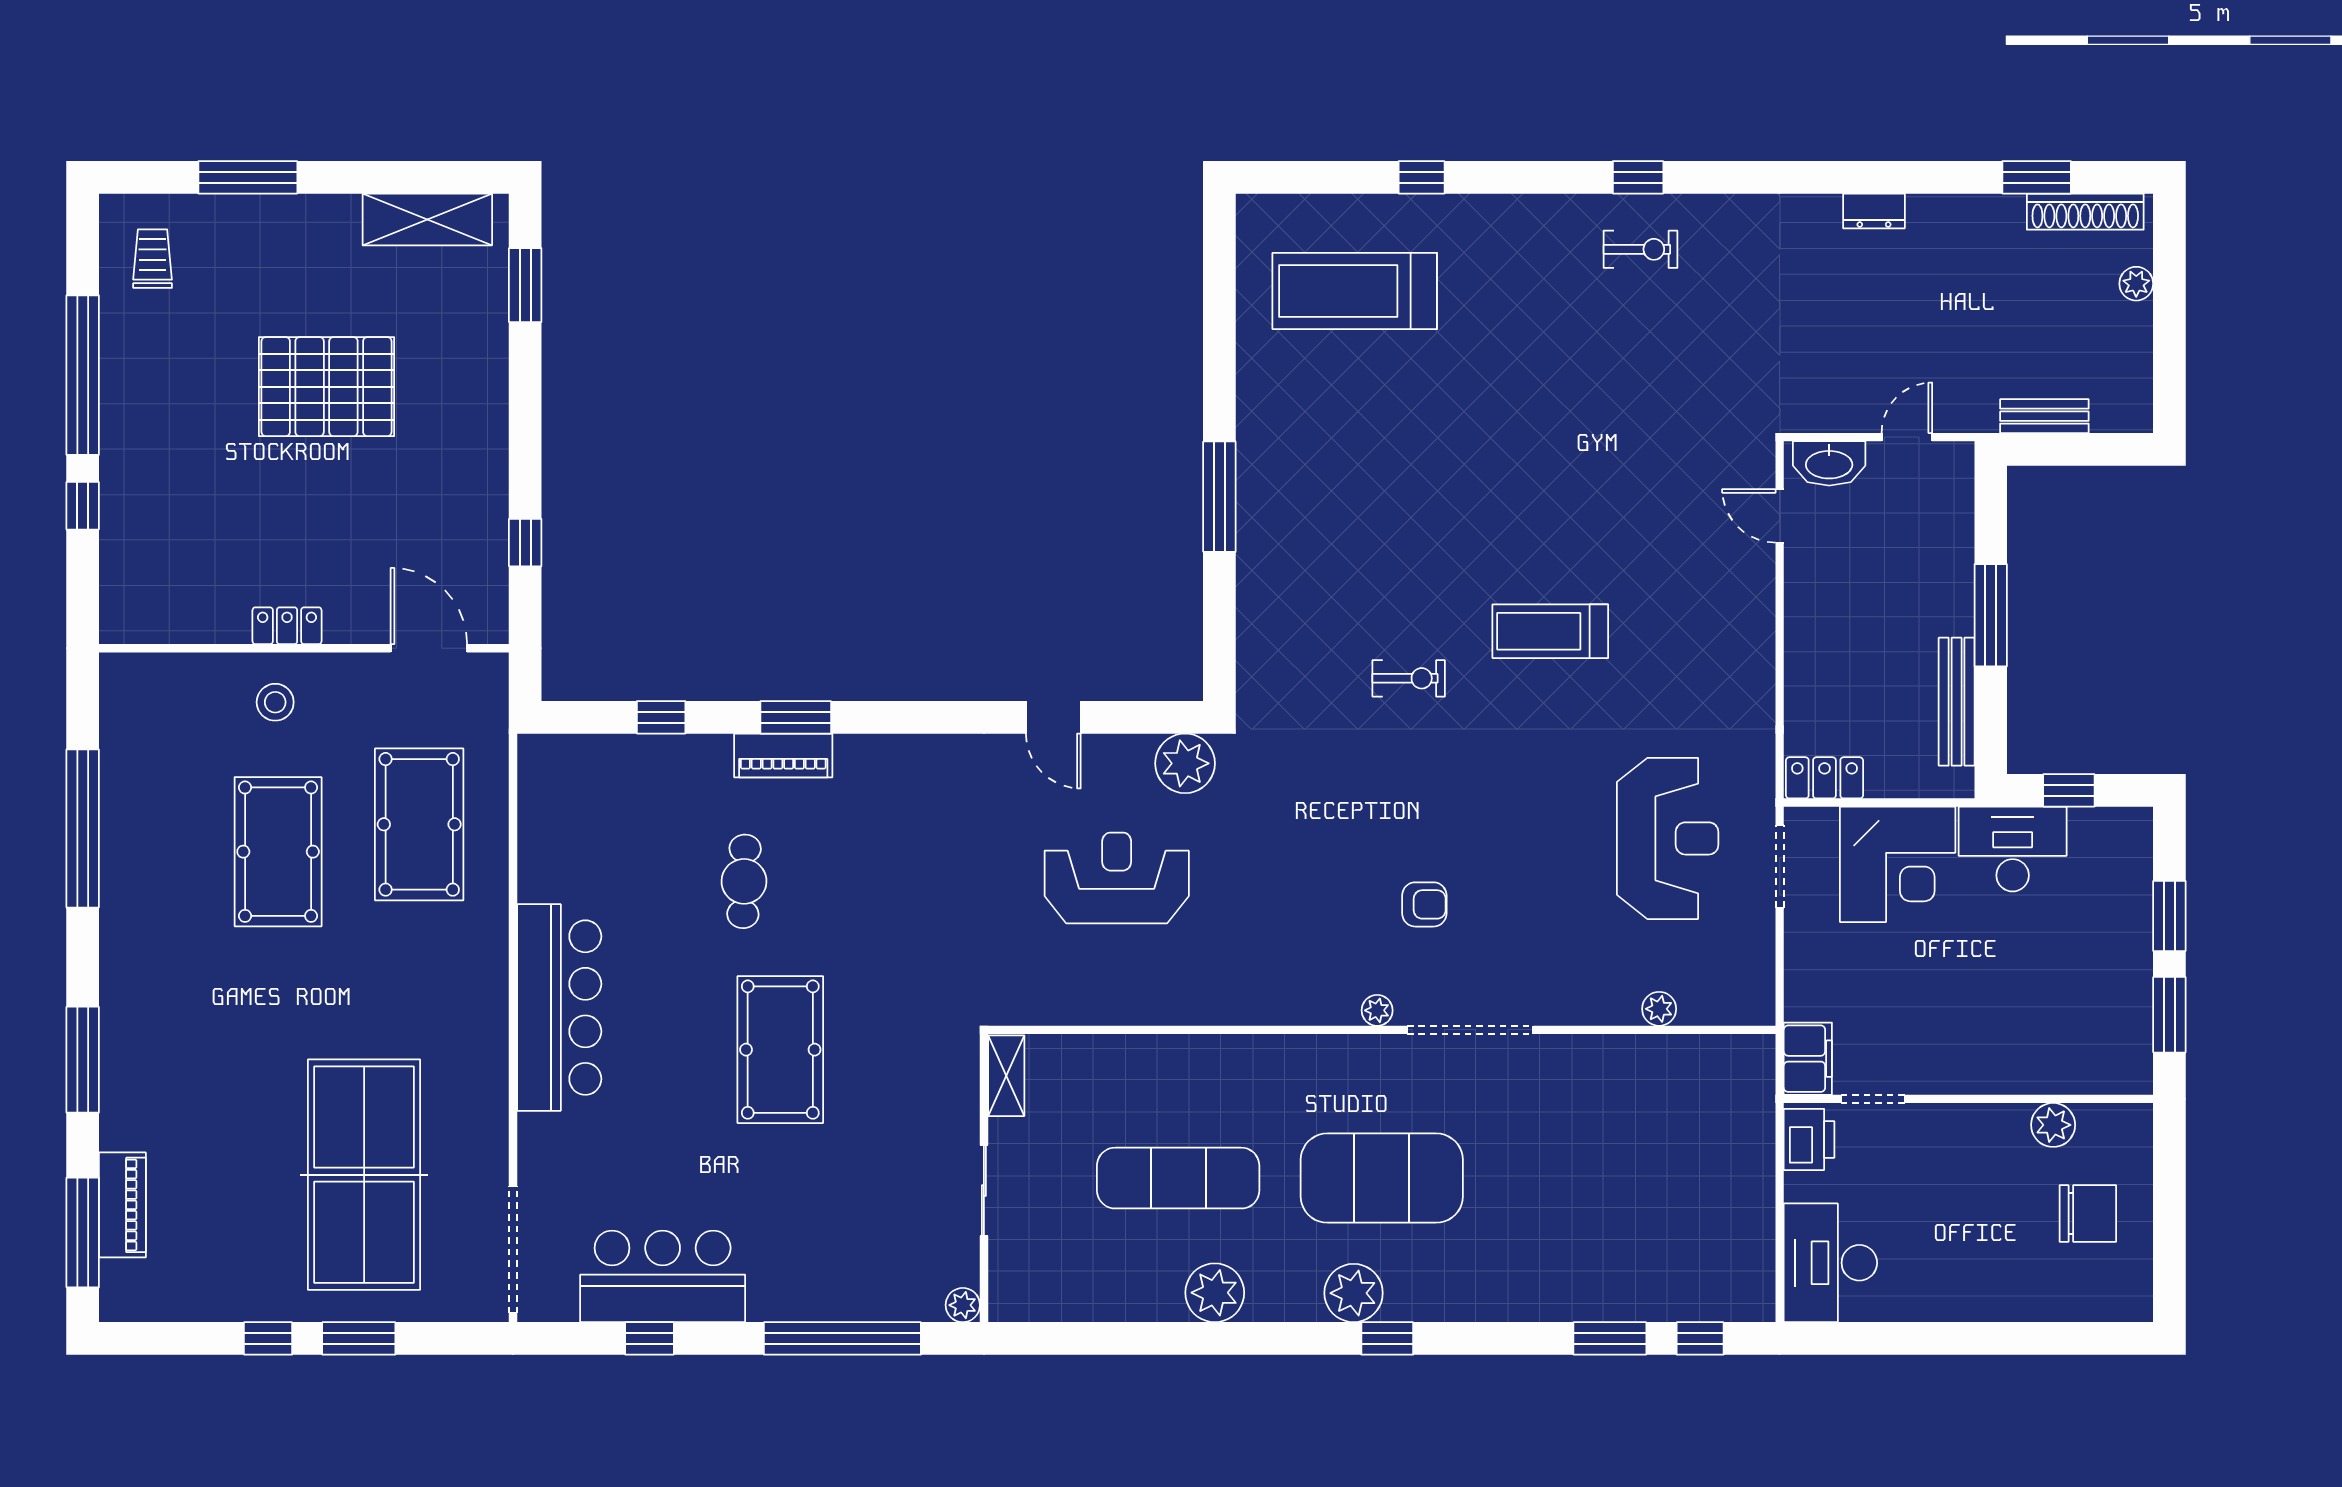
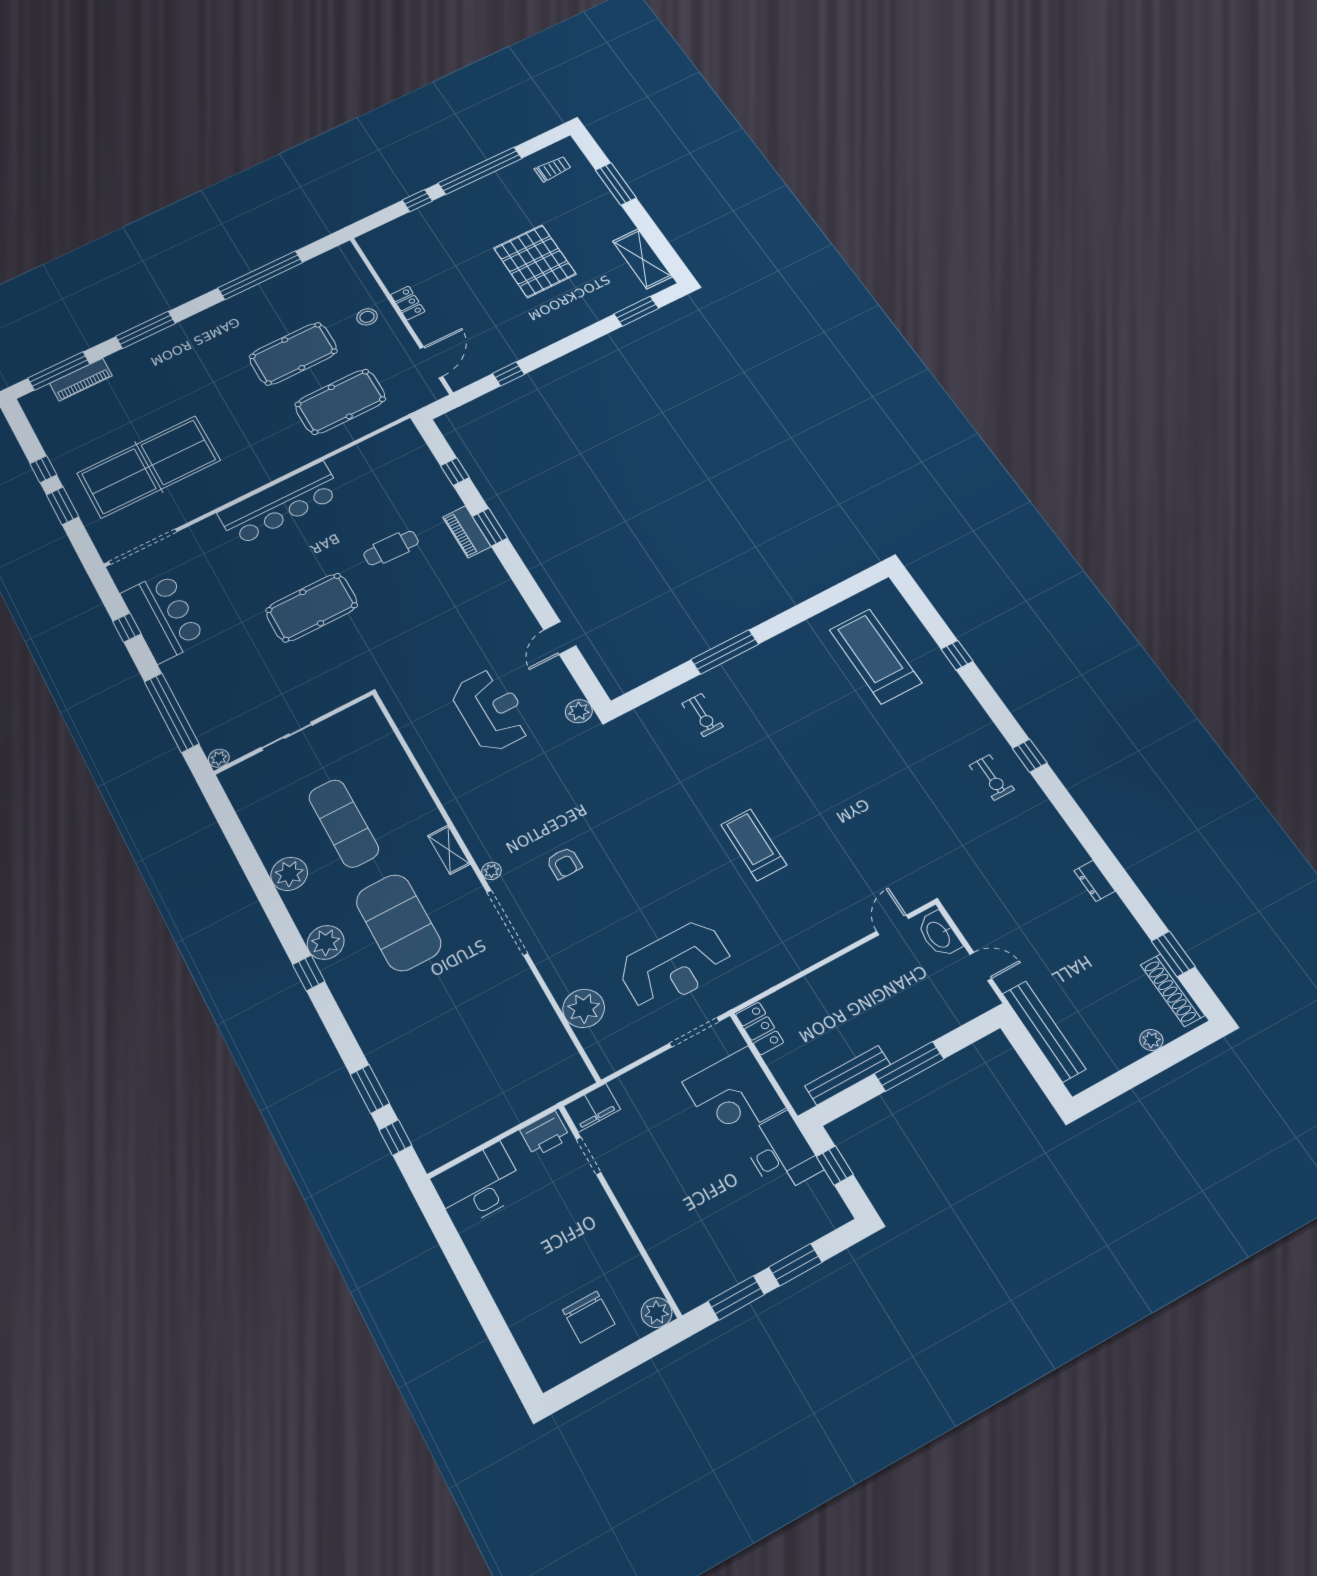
bench: (2044, 416) -> (1044, 1031), width x1.86, depth x1.21
exercise bike: (1409, 678) -> (703, 715), moved
plant: (1185, 763) -> (579, 711), width x0.73, depth x0.73
plant: (1659, 1009) -> (584, 1008), width x1.88, depth x1.88
shelving: (1006, 1076) -> (449, 850), moved, turned 90
plant: (2053, 1125) -> (657, 1313), moved

